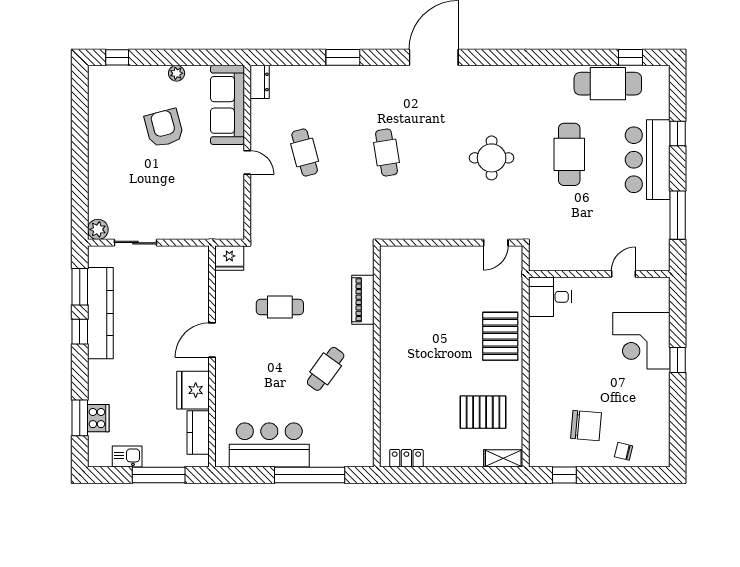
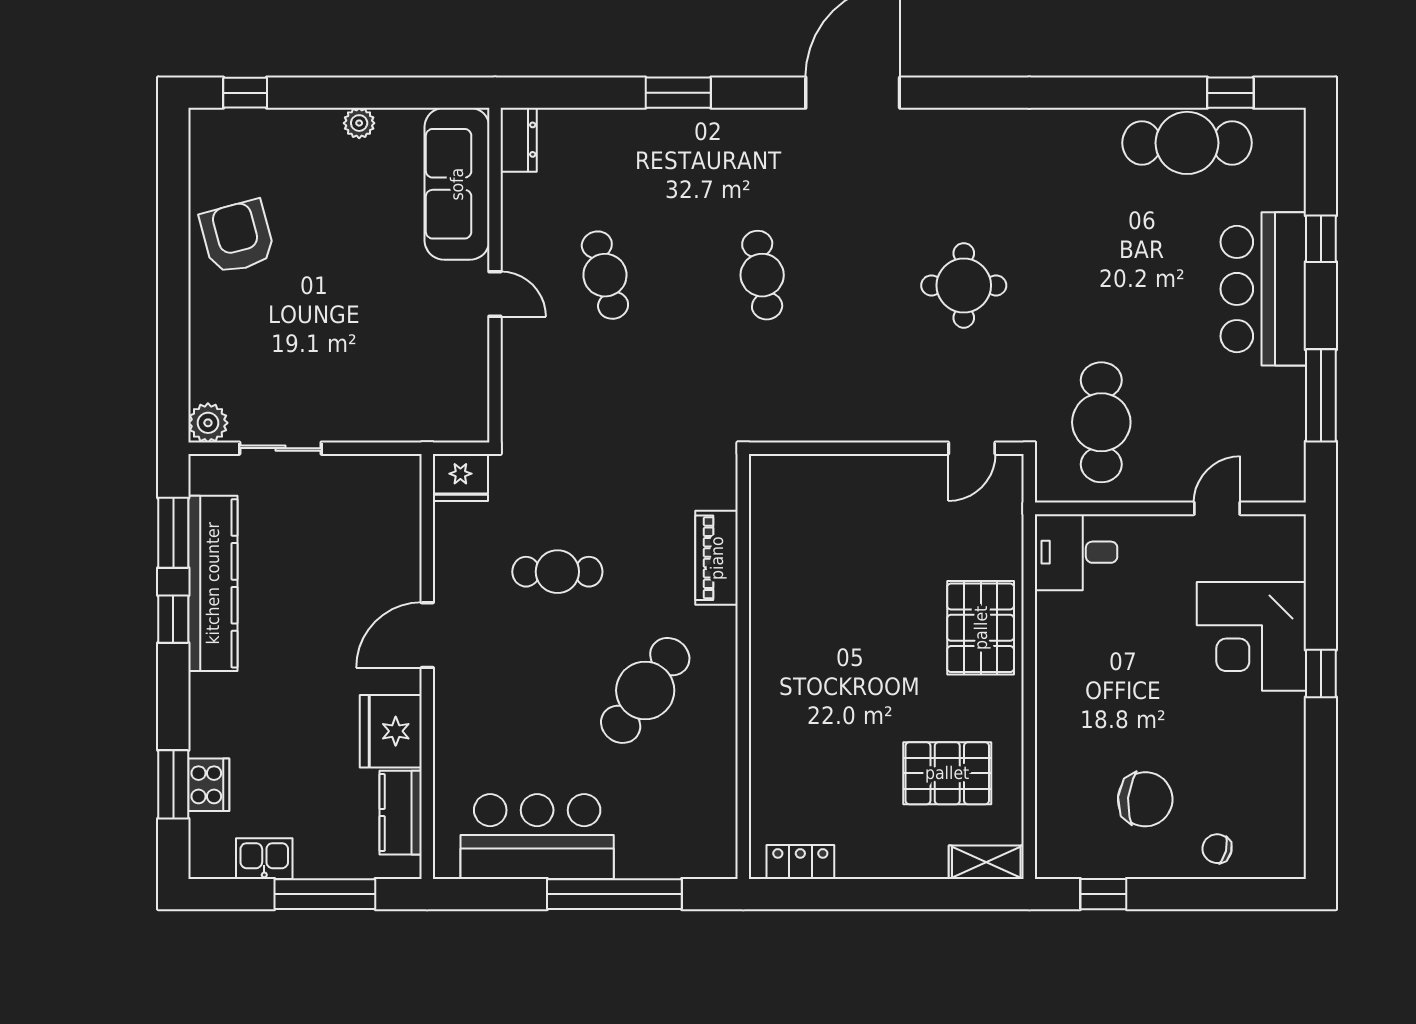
armchair: (164, 128) -> (237, 237), moved
cafe table: (569, 154) -> (1101, 422), moved
cafe table: (326, 369) -> (645, 690), width x1.37, depth x1.35

